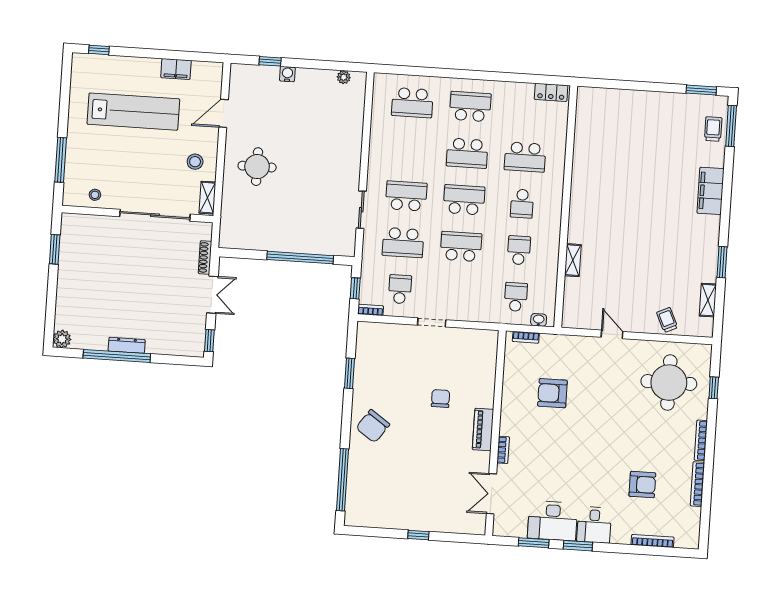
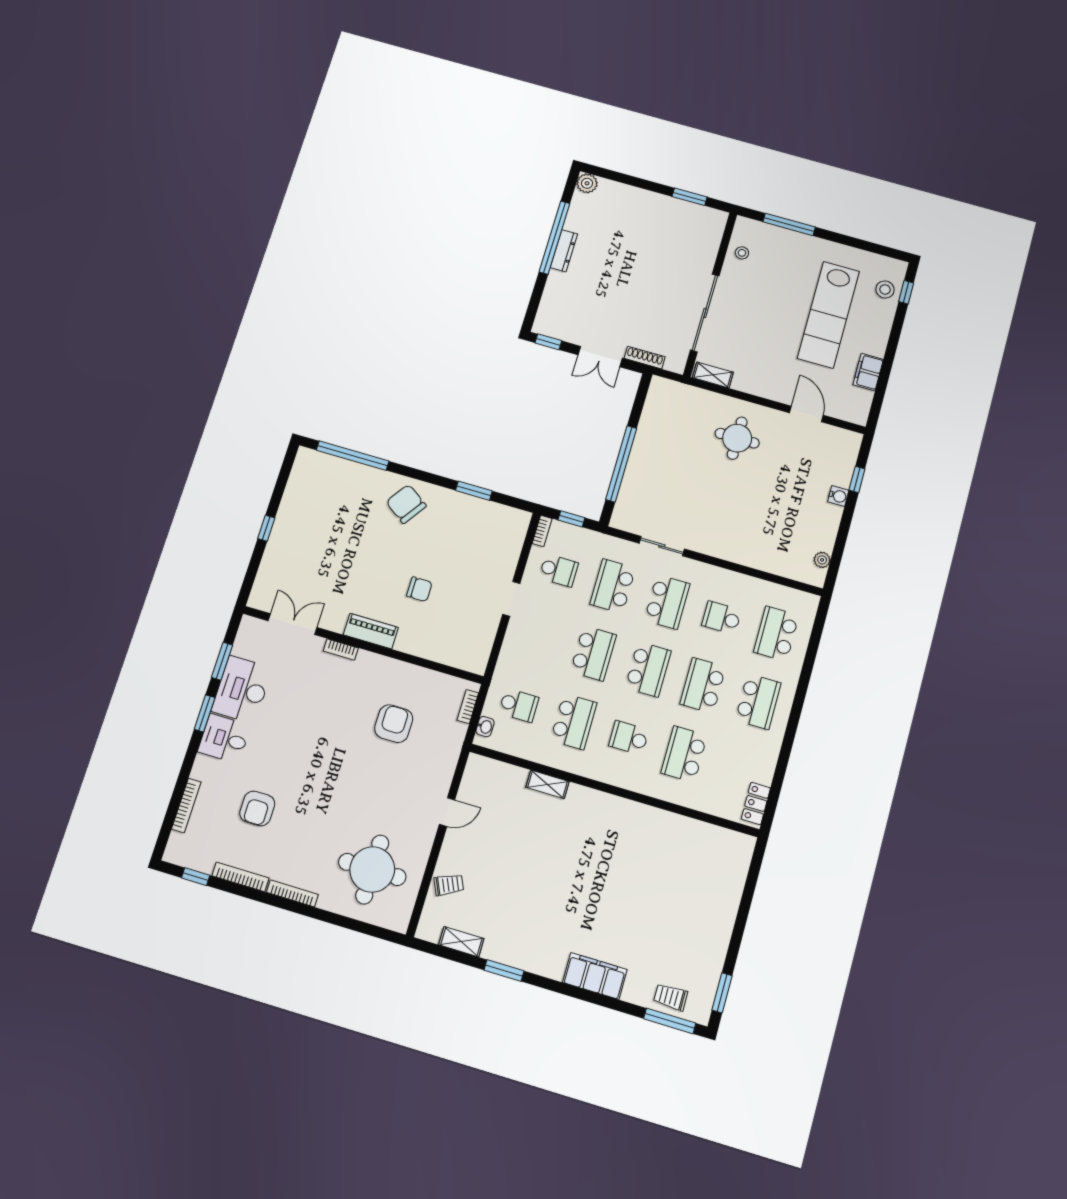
trolley: (713, 129) -> (671, 997), turned 180
school desk: (409, 149) -> (722, 618), added
stool: (195, 162) -> (885, 289), moved
school desk: (519, 250) -> (574, 722), width x1.85
window: (714, 388) -> (196, 877), moved

